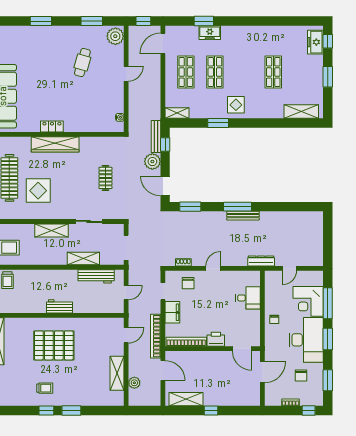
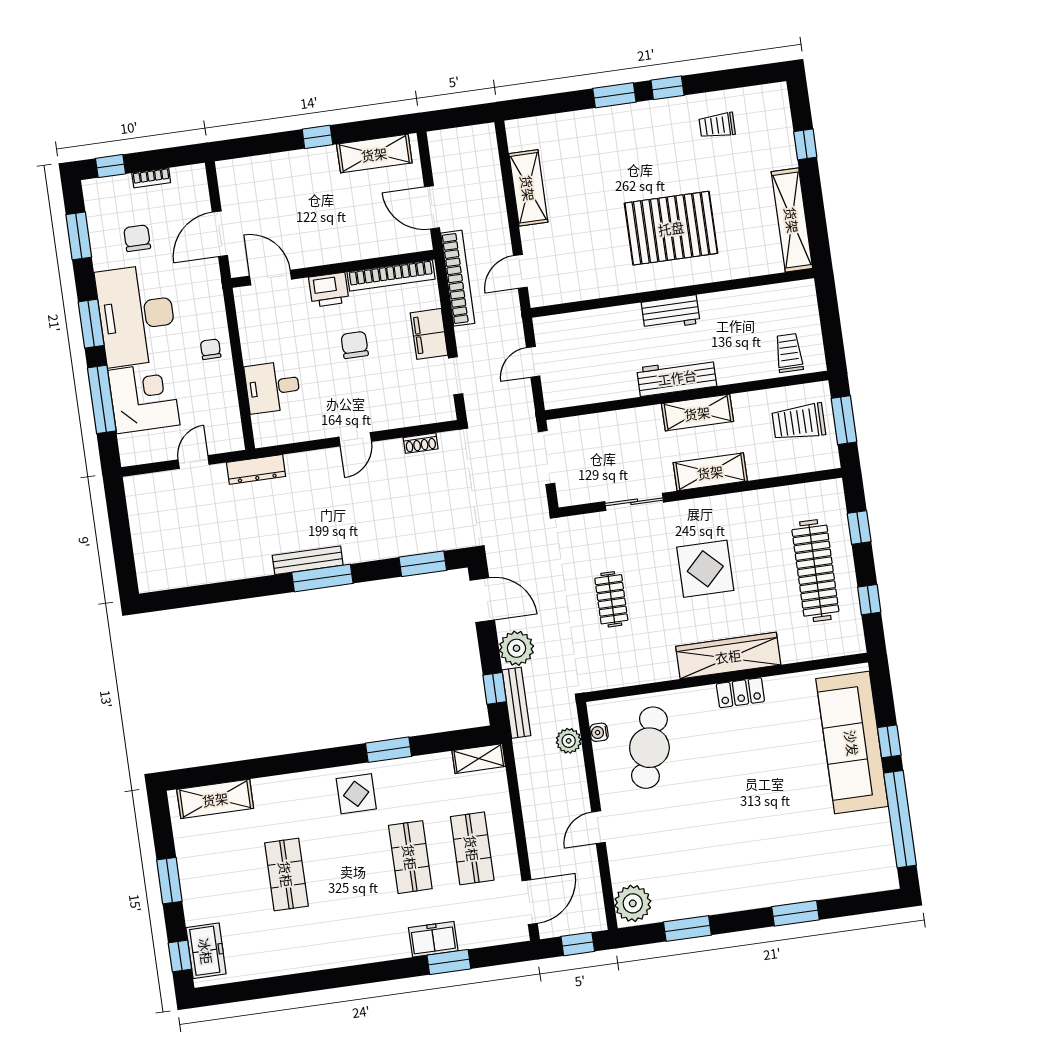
cafe table: (82, 62) -> (649, 748), moved, width x1.37, depth x1.35
display table: (38, 191) -> (705, 569), moved
shelving: (83, 259) -> (697, 413), moved
workbench: (96, 276) -> (677, 377), moved
chair: (188, 283) -> (355, 345), moved
plant: (134, 383) -> (569, 741), moved
trolley: (45, 388) -> (717, 125), moved

